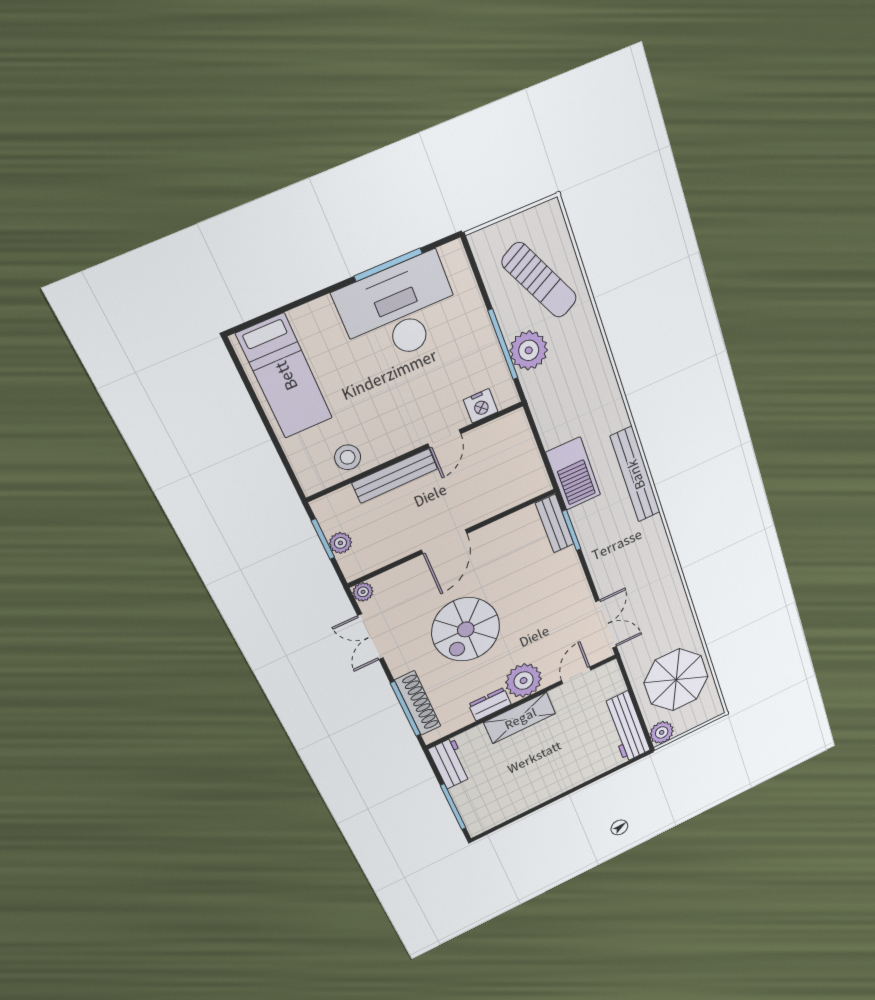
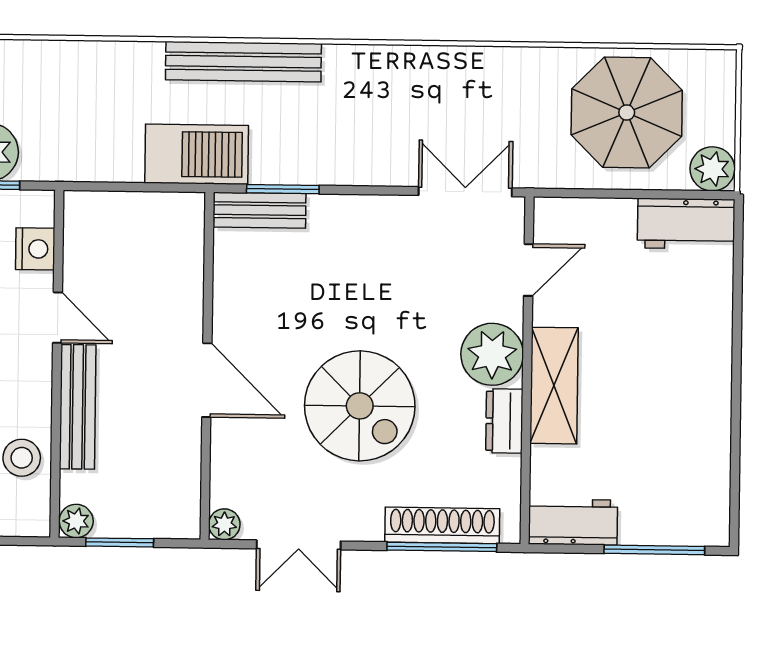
plant: (340, 543) -> (76, 521), moved
door: (576, 675) -> (528, 270), swing flipped
workbench: (626, 727) -> (686, 224), width x0.73

